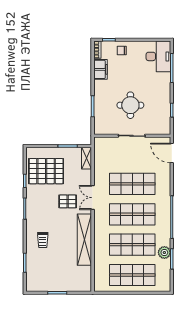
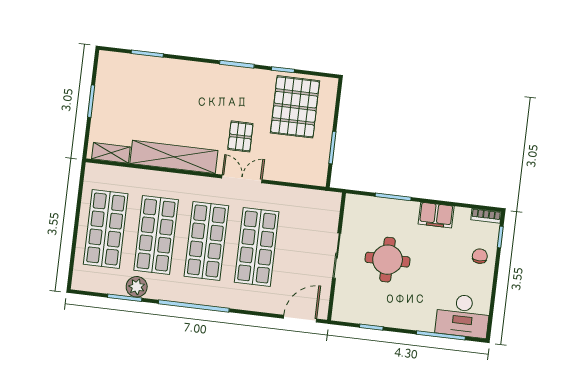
filing cabinet: (100, 69) -> (436, 215), moved
shelving: (87, 158) -> (111, 153), moved
trolley: (43, 240) -> (181, 88), removed

